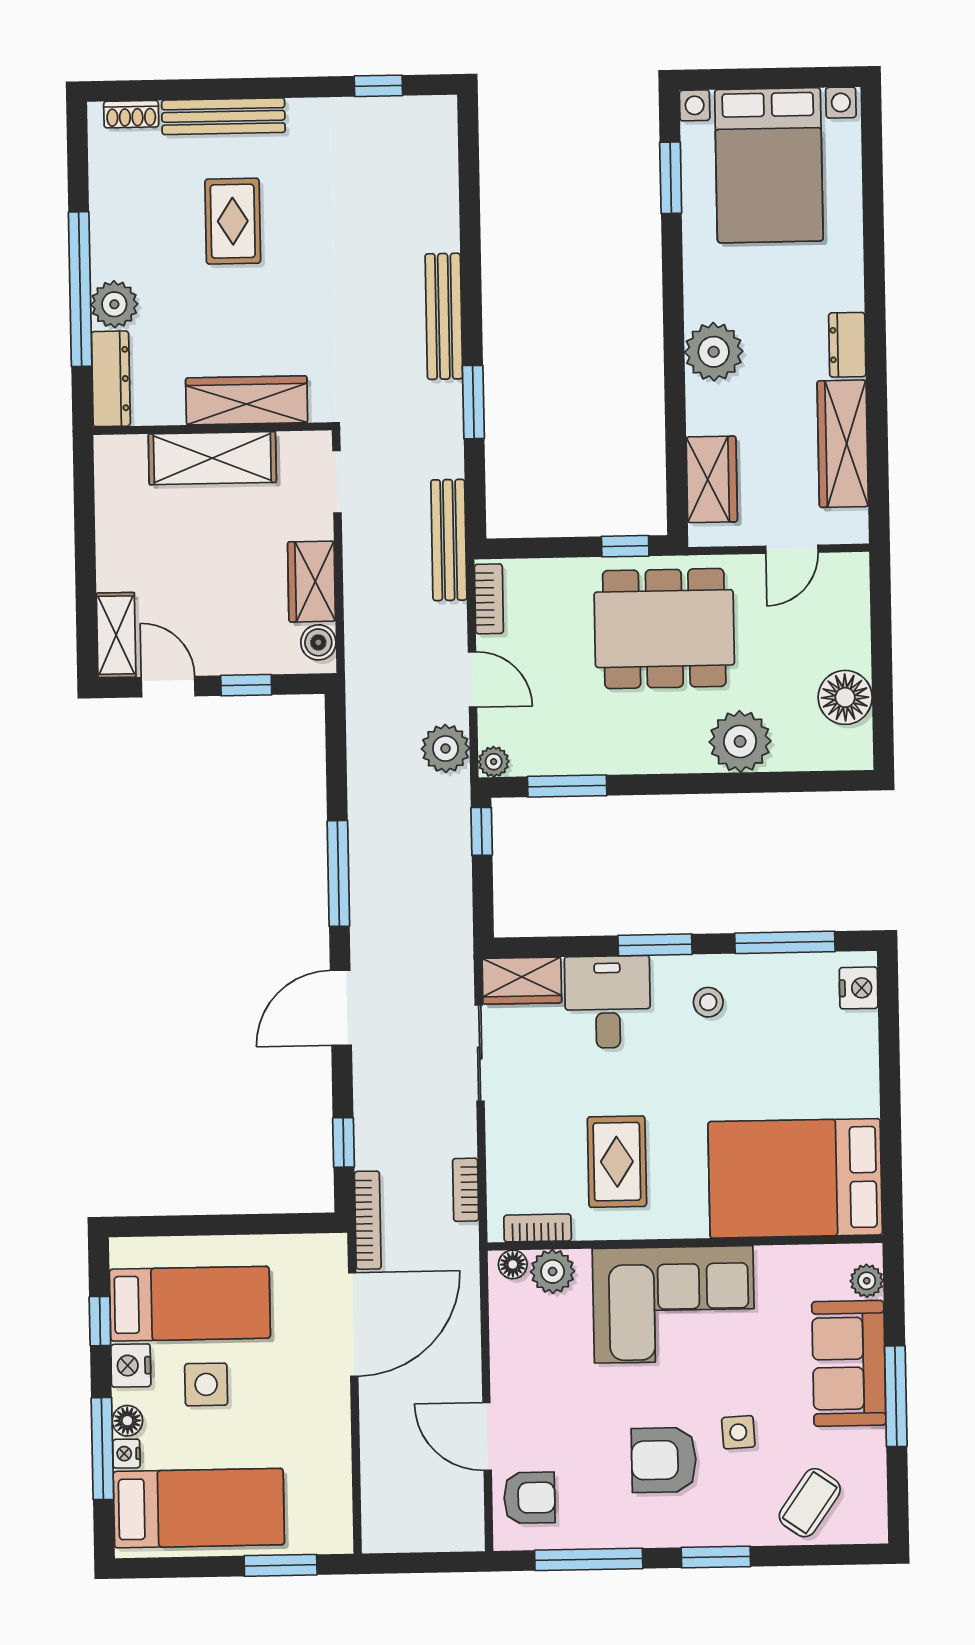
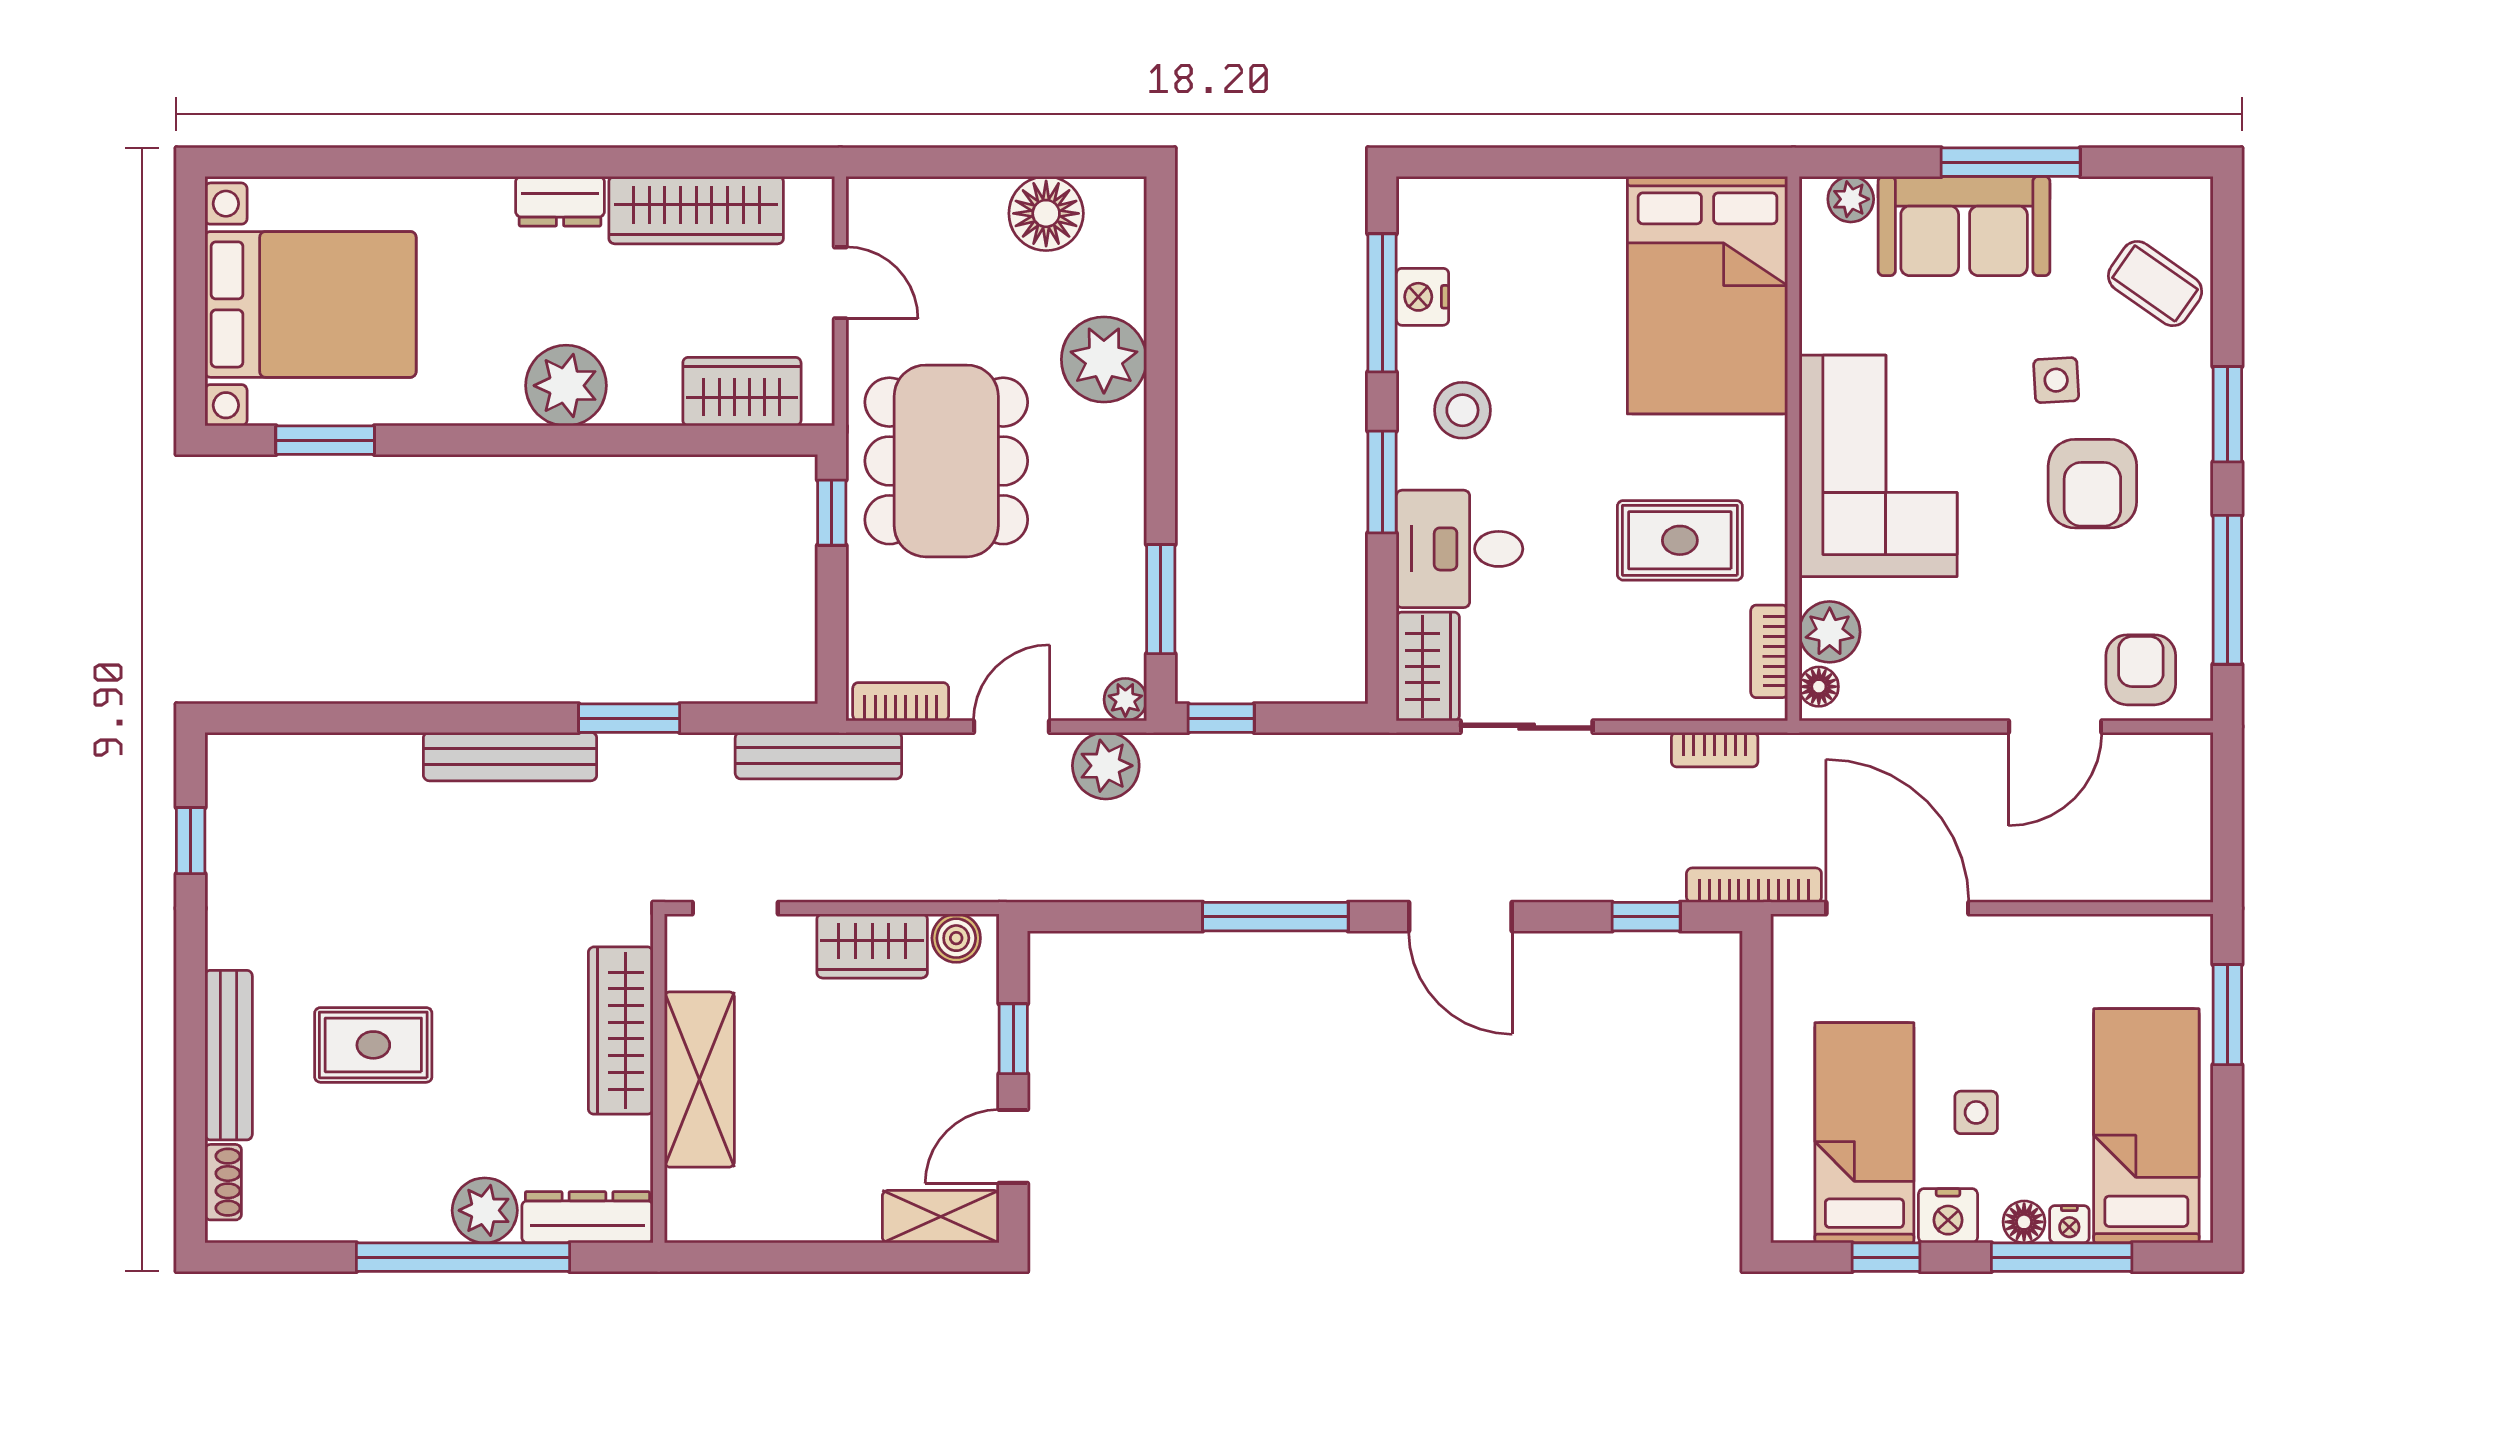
nightstand: (859, 988) -> (1422, 297), moved, turned -90
stool: (708, 1002) -> (1462, 410), width x1.37, depth x1.37
side table: (206, 1384) -> (1976, 1112), width x0.73, depth x0.73

